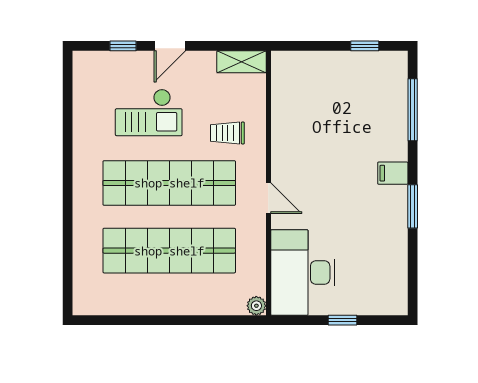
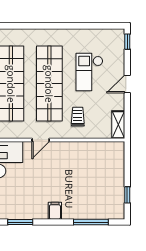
window: (123, 46) -> (127, 42), moved
door: (170, 46) -> (127, 84), hinge flipped
window: (413, 206) -> (20, 222), moved

